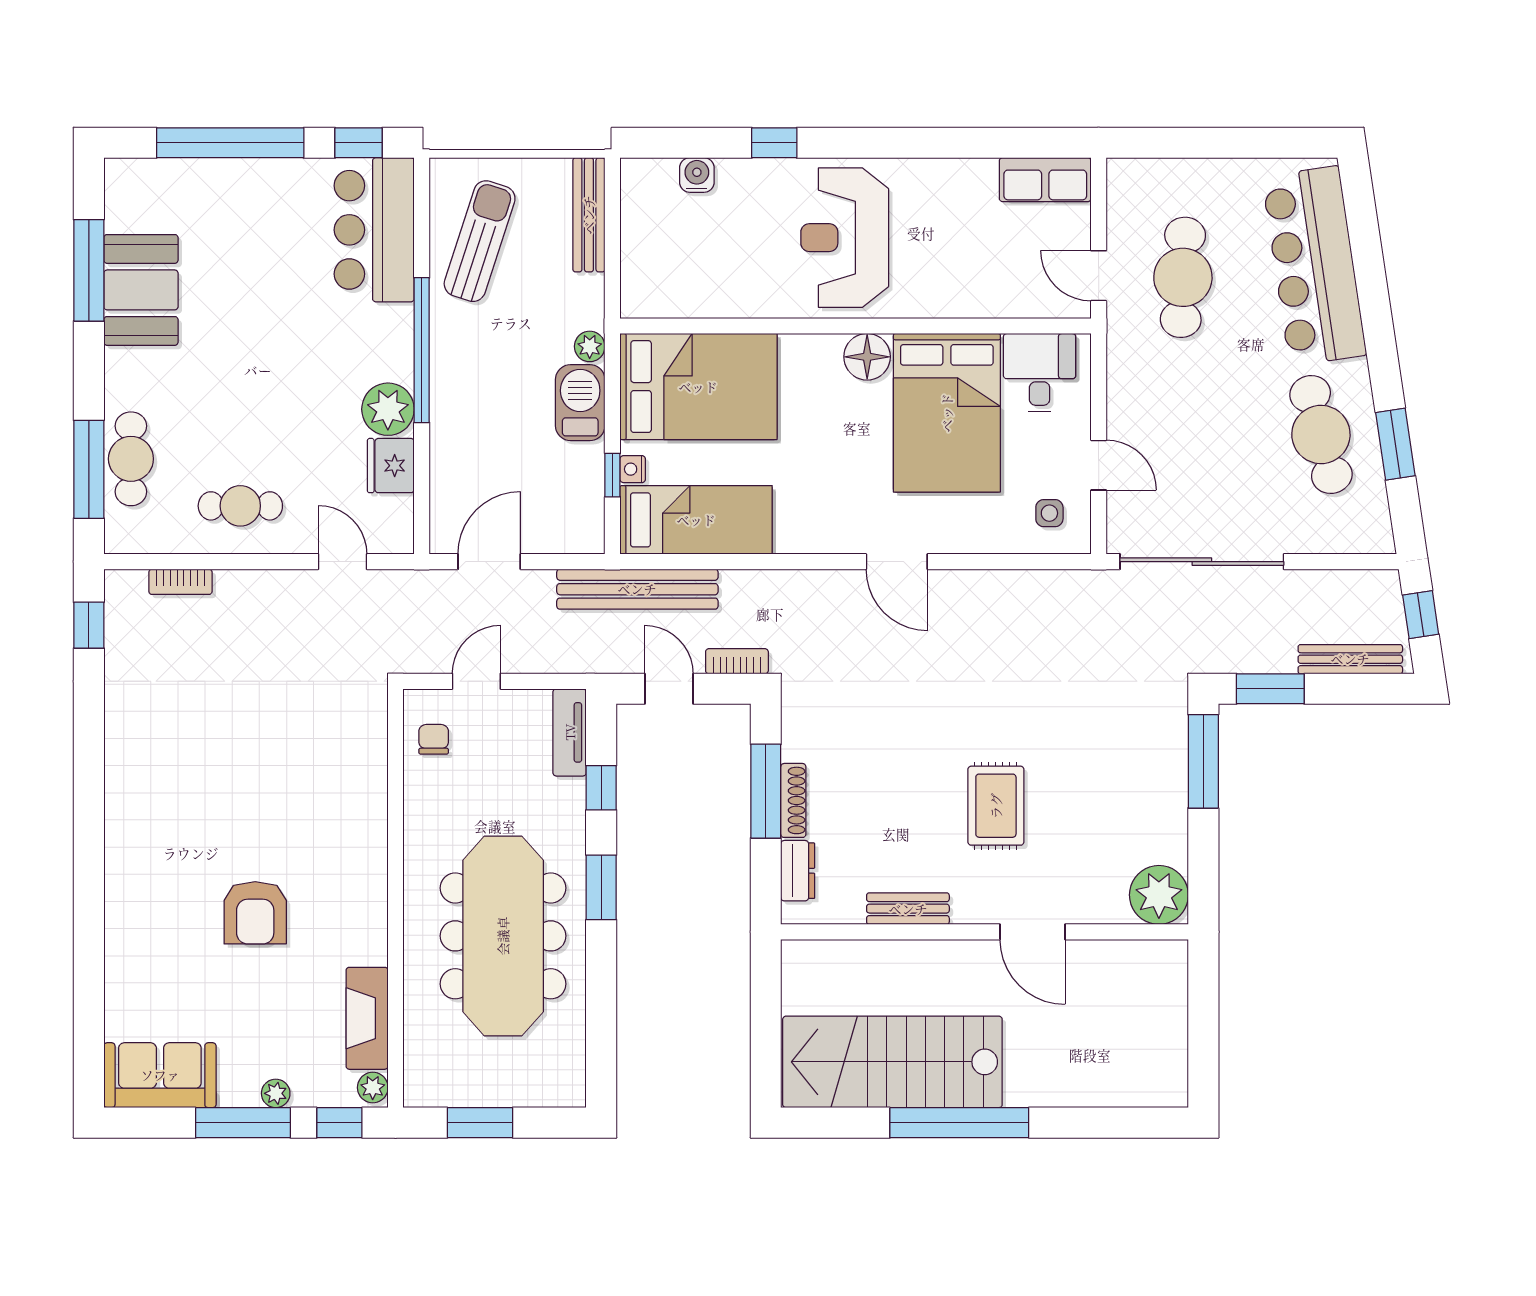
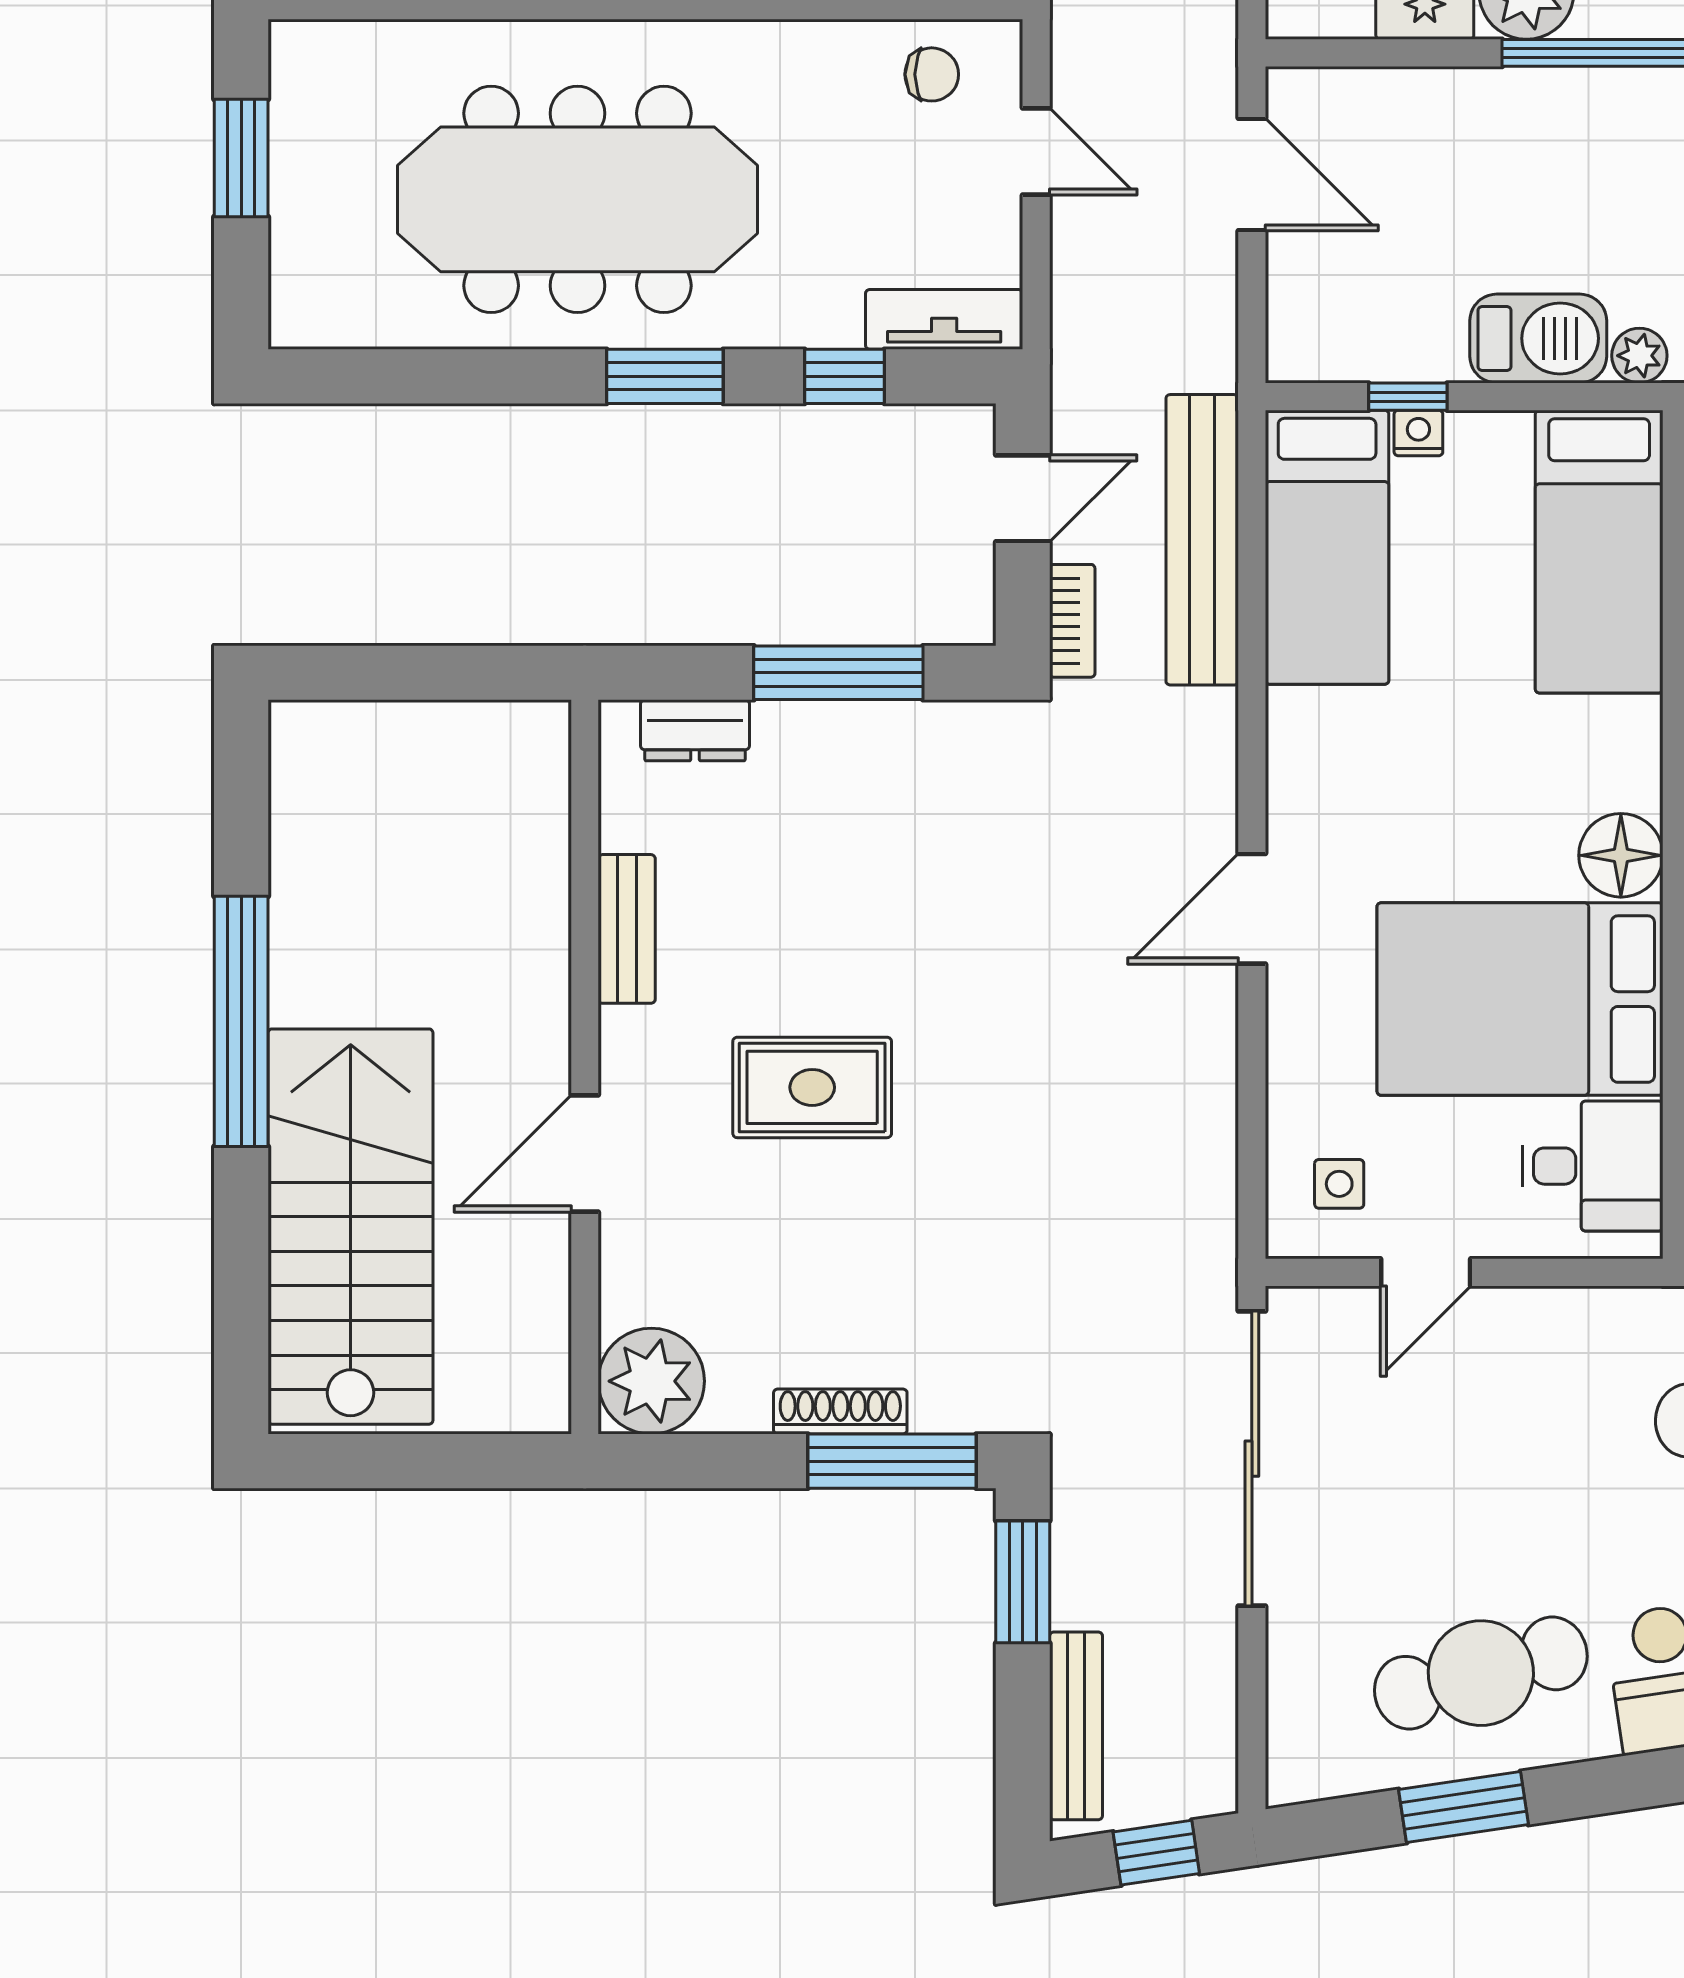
bed: (698, 387) -> (1599, 552), width x0.67
bench: (637, 589) -> (1202, 540), moved
shoe rack: (793, 800) -> (840, 1411), moved, turned 180
stairs: (892, 1062) -> (351, 1227), moved

